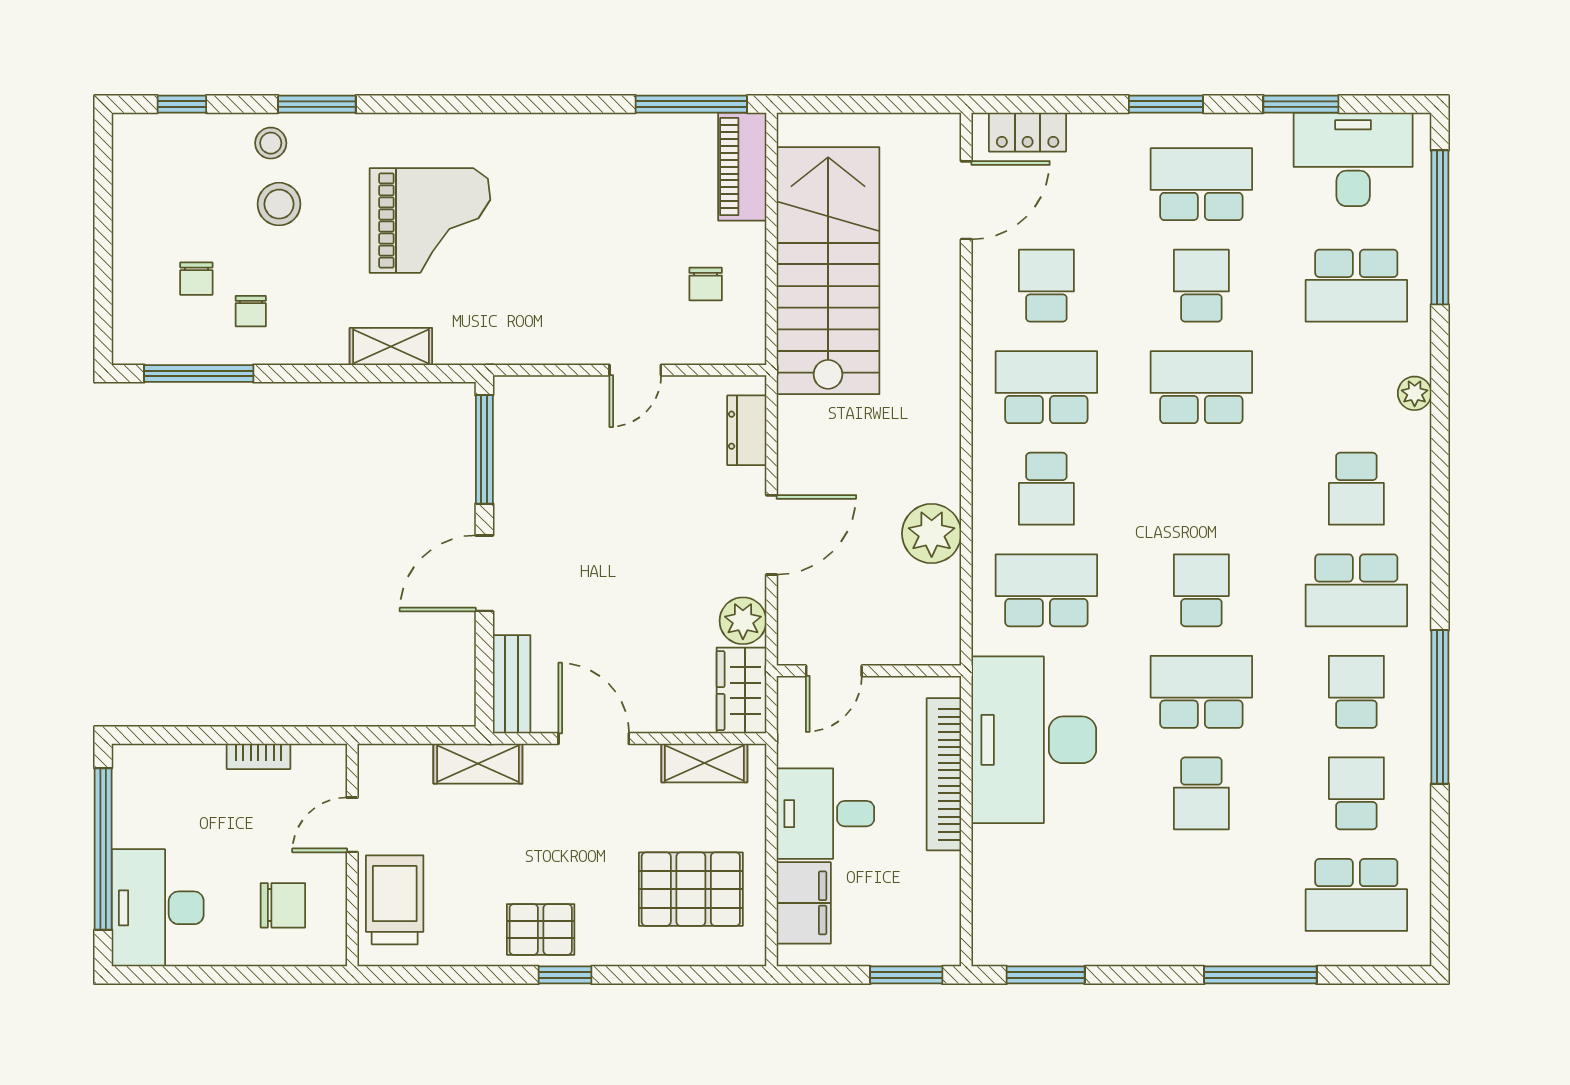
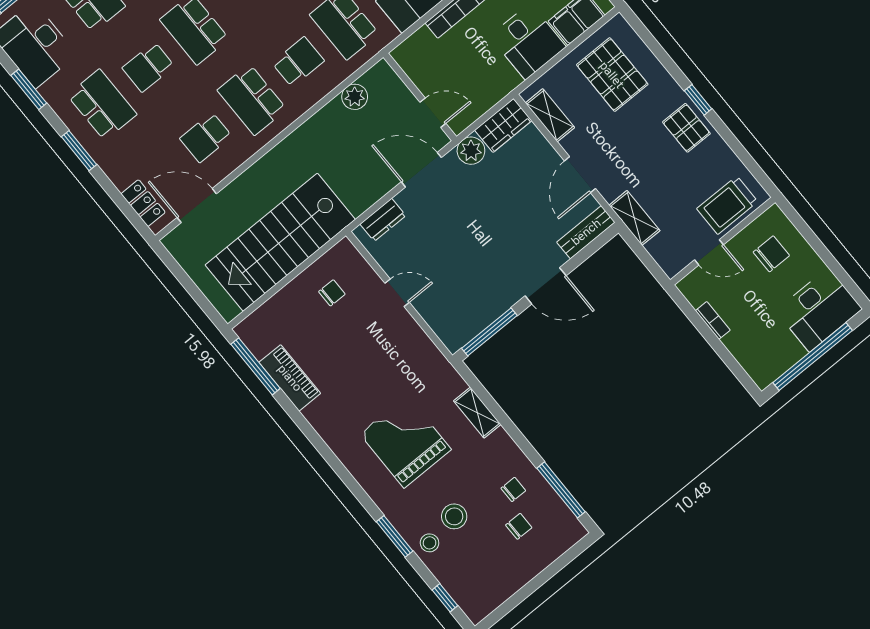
piano: (742, 167) -> (290, 378), moved, turned -90
school desk: (1201, 184) -> (102, 105), turned 180
plant: (932, 534) -> (355, 97), width x0.73, depth x0.73
door: (834, 671) -> (433, 113), moved
wall: (869, 671) -> (420, 97), moved
chair: (283, 905) -> (771, 254), turned 90

